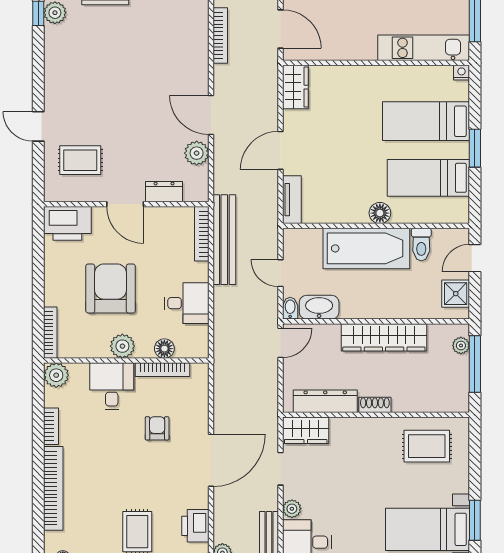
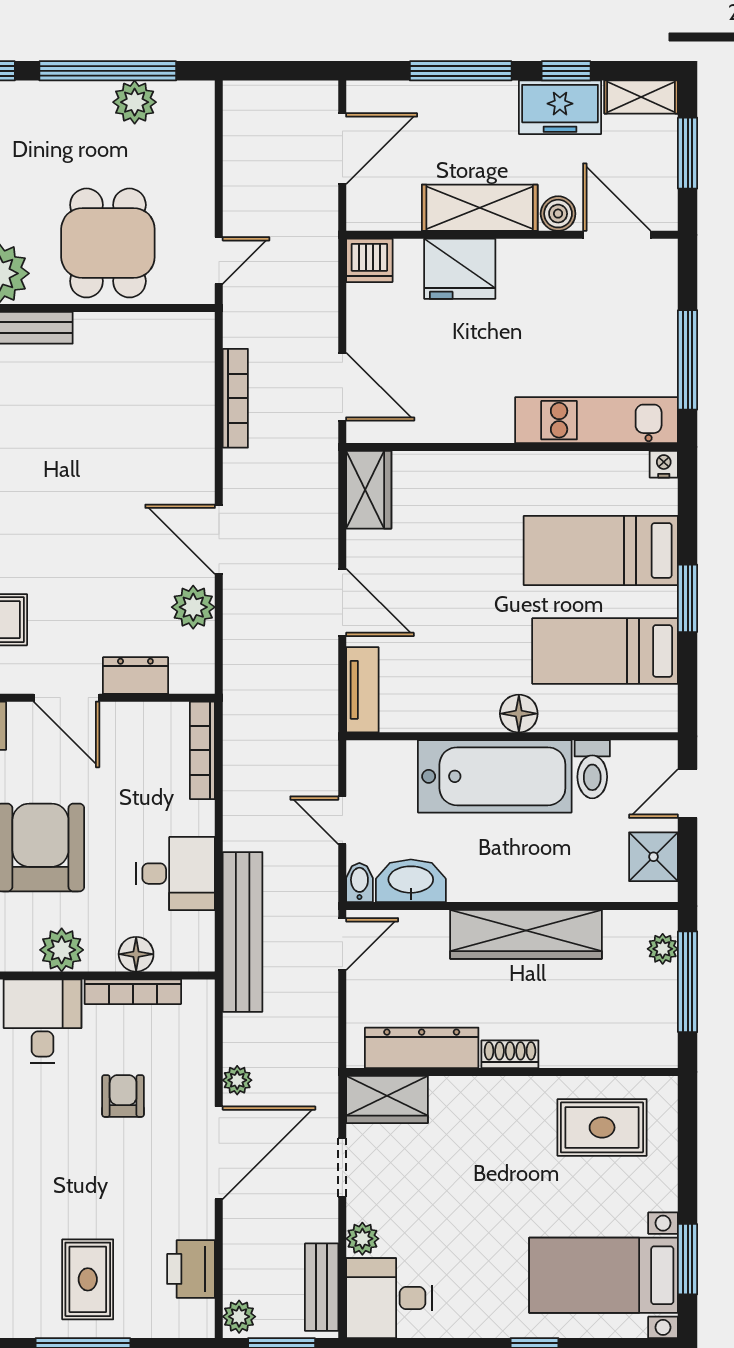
door: (280, 150) -> (342, 602), swing flipped
bench: (224, 240) -> (243, 932), moved
plant: (221, 419) -> (237, 1080), added

